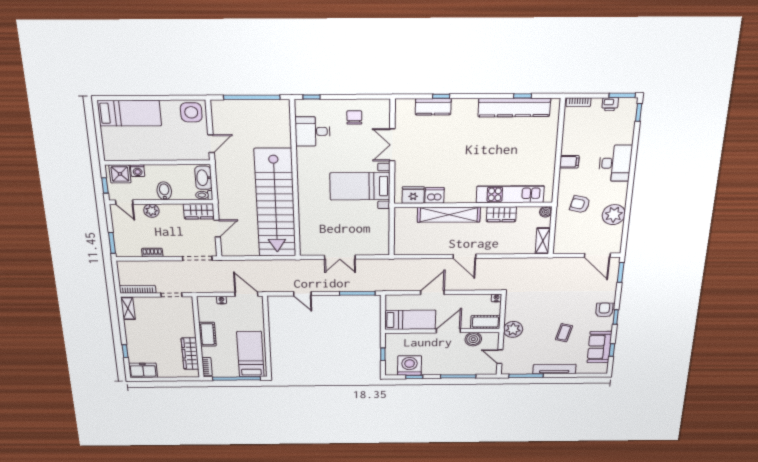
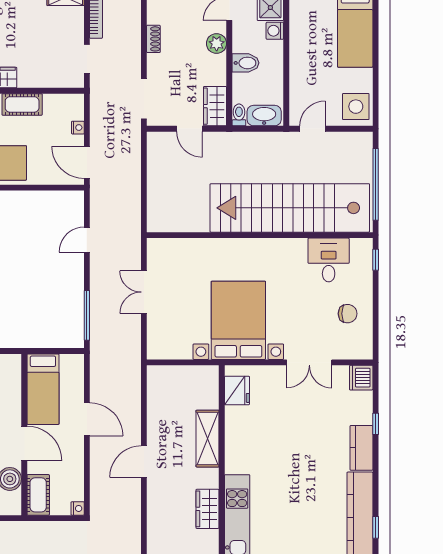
kitchen counter: (433, 107) -> (361, 448), moved
door: (211, 144) -> (312, 129), swing flipped
double door: (392, 145) -> (309, 362), swing flipped
bed with nightstands: (360, 186) -> (238, 320), width x1.36
dishwasher: (435, 195) -> (361, 378), moved, turned 180
stairs: (275, 203) -> (290, 208), moved
shelving: (449, 215) -> (208, 439), width x0.68
door: (246, 294) -> (87, 162), swing flipped
plant: (513, 329) -> (26, 534), removed

